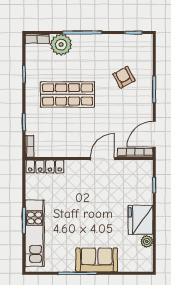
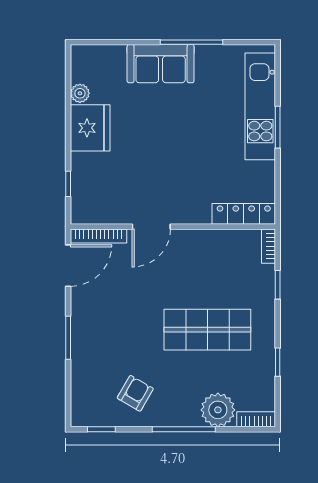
armchair: (124, 77) -> (135, 393), moved, turned -122

